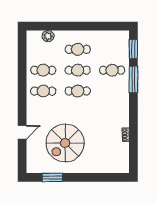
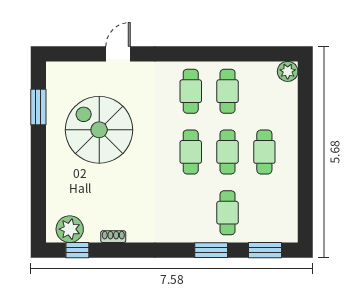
plant: (48, 36) -> (288, 71), moved
window: (133, 80) -> (211, 250), width x0.69
door: (22, 132) -> (118, 54), swing flipped
window: (133, 155) -> (77, 250), added
plant: (121, 160) -> (70, 229), added

